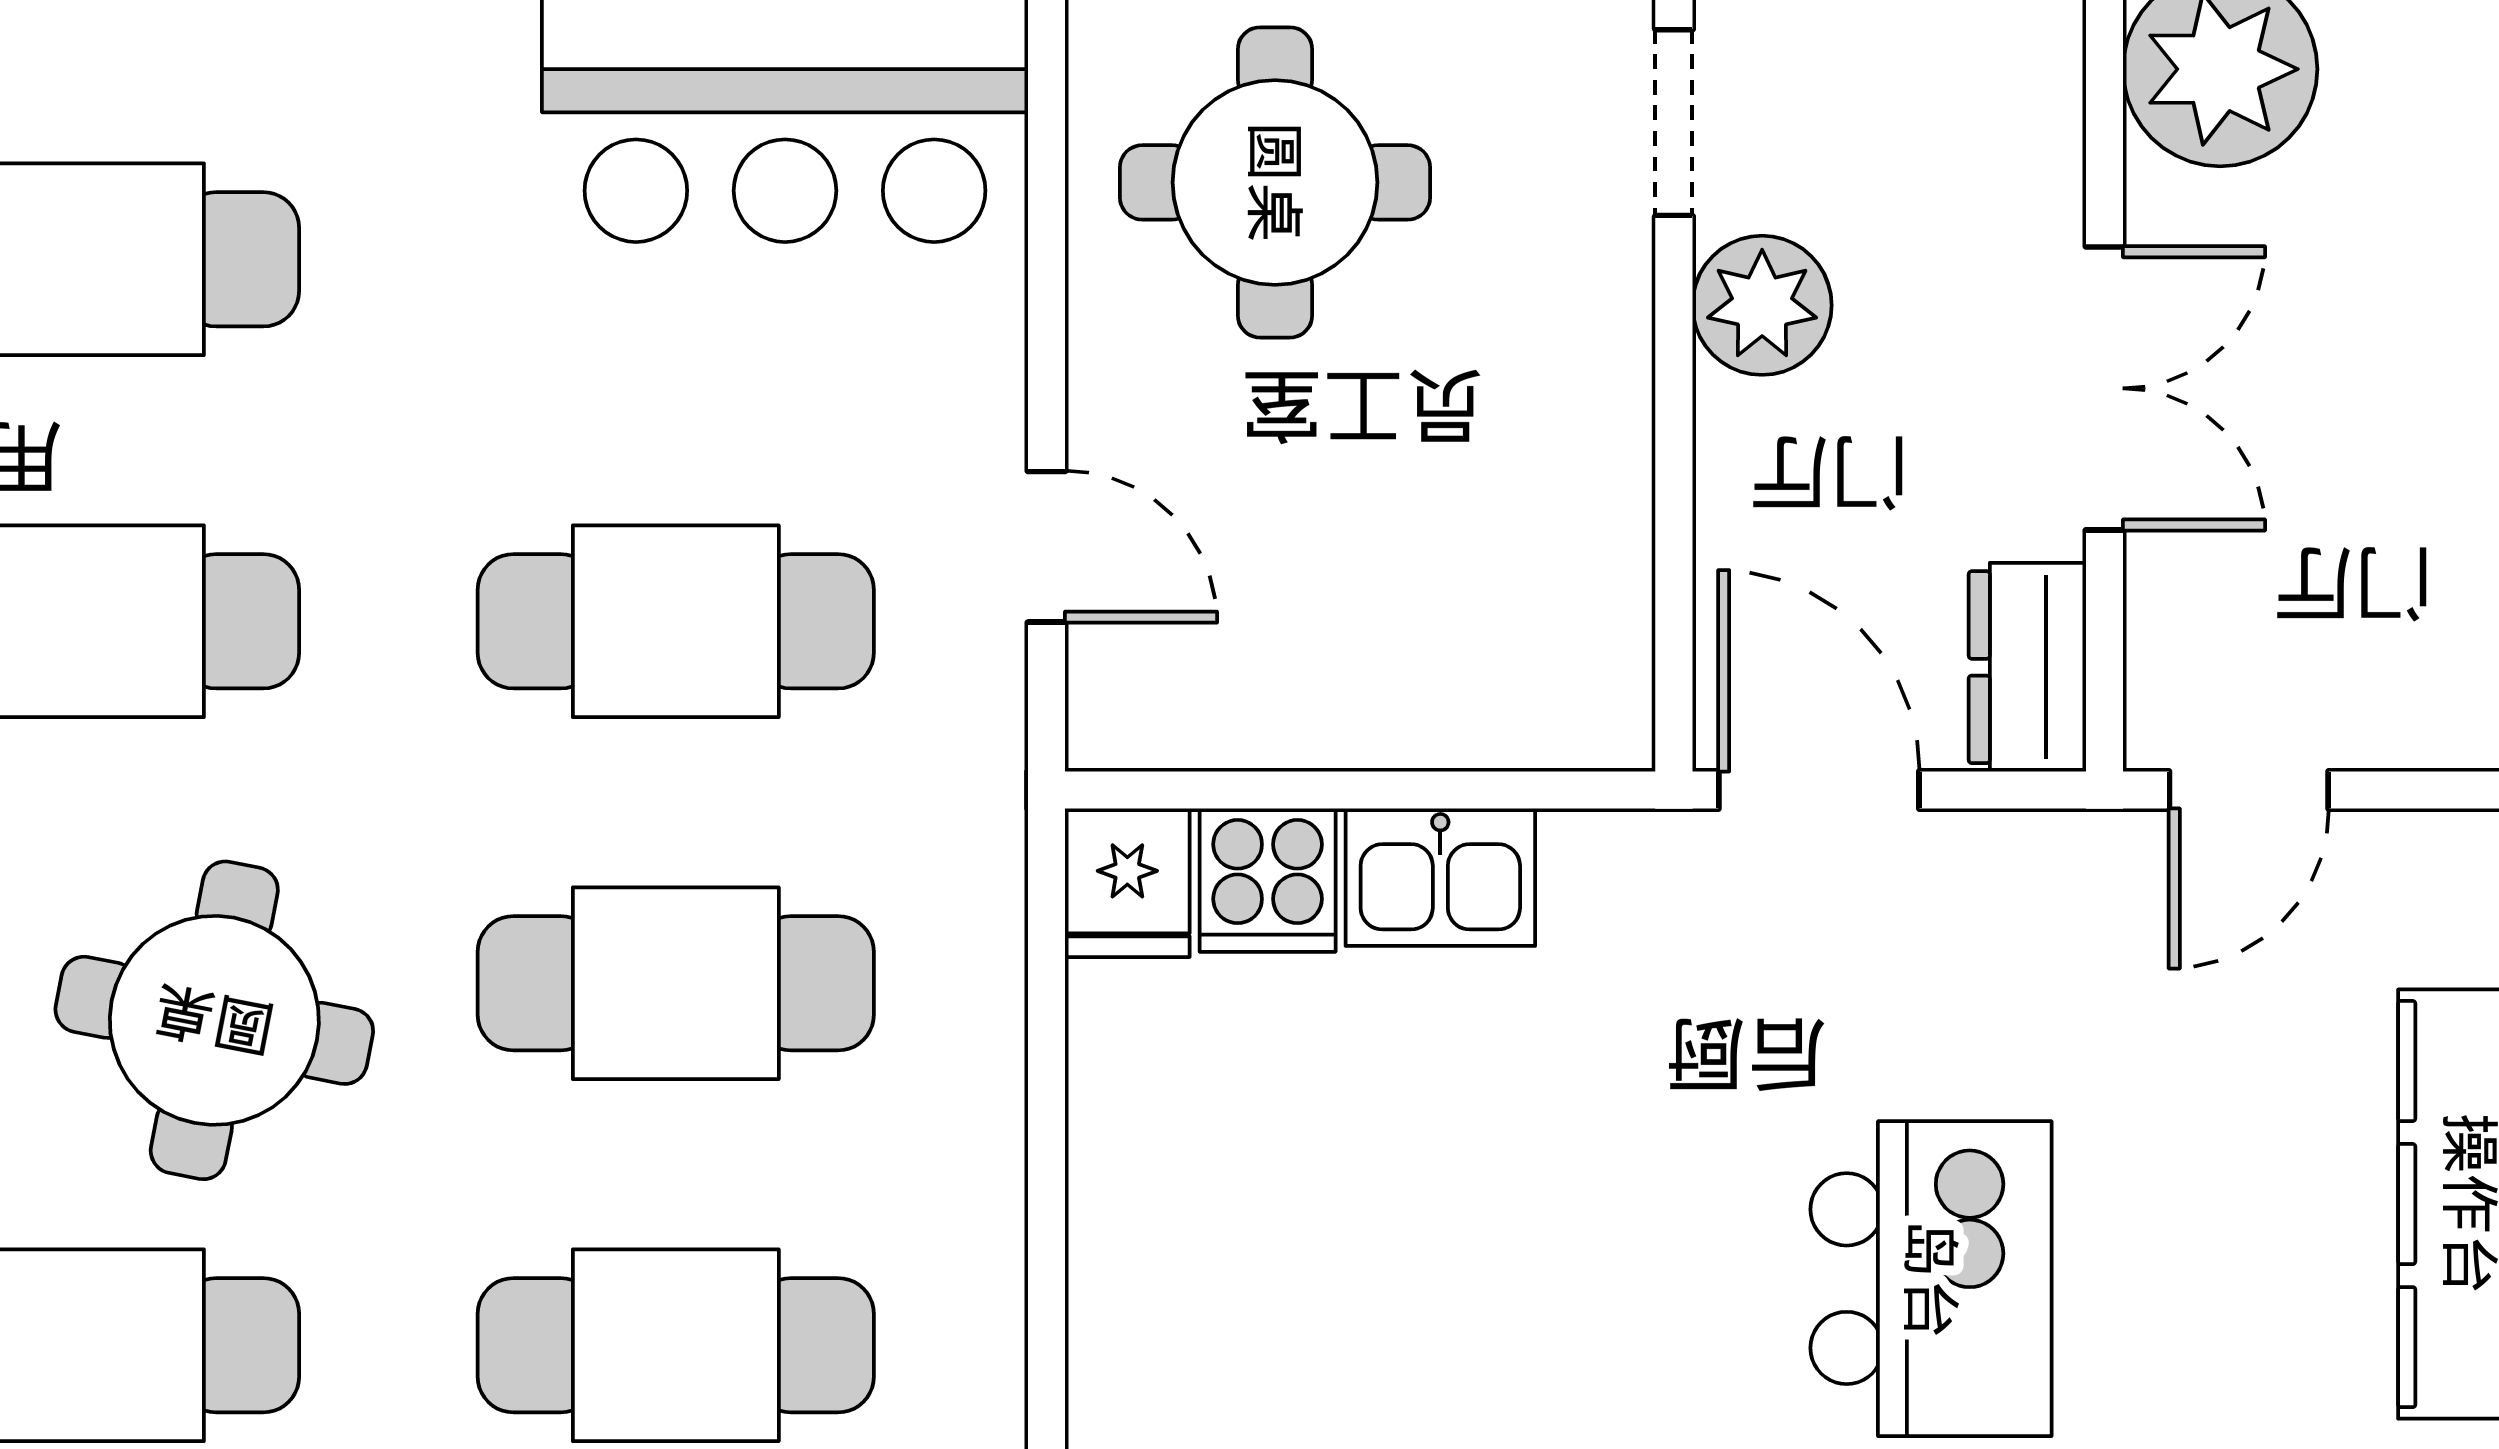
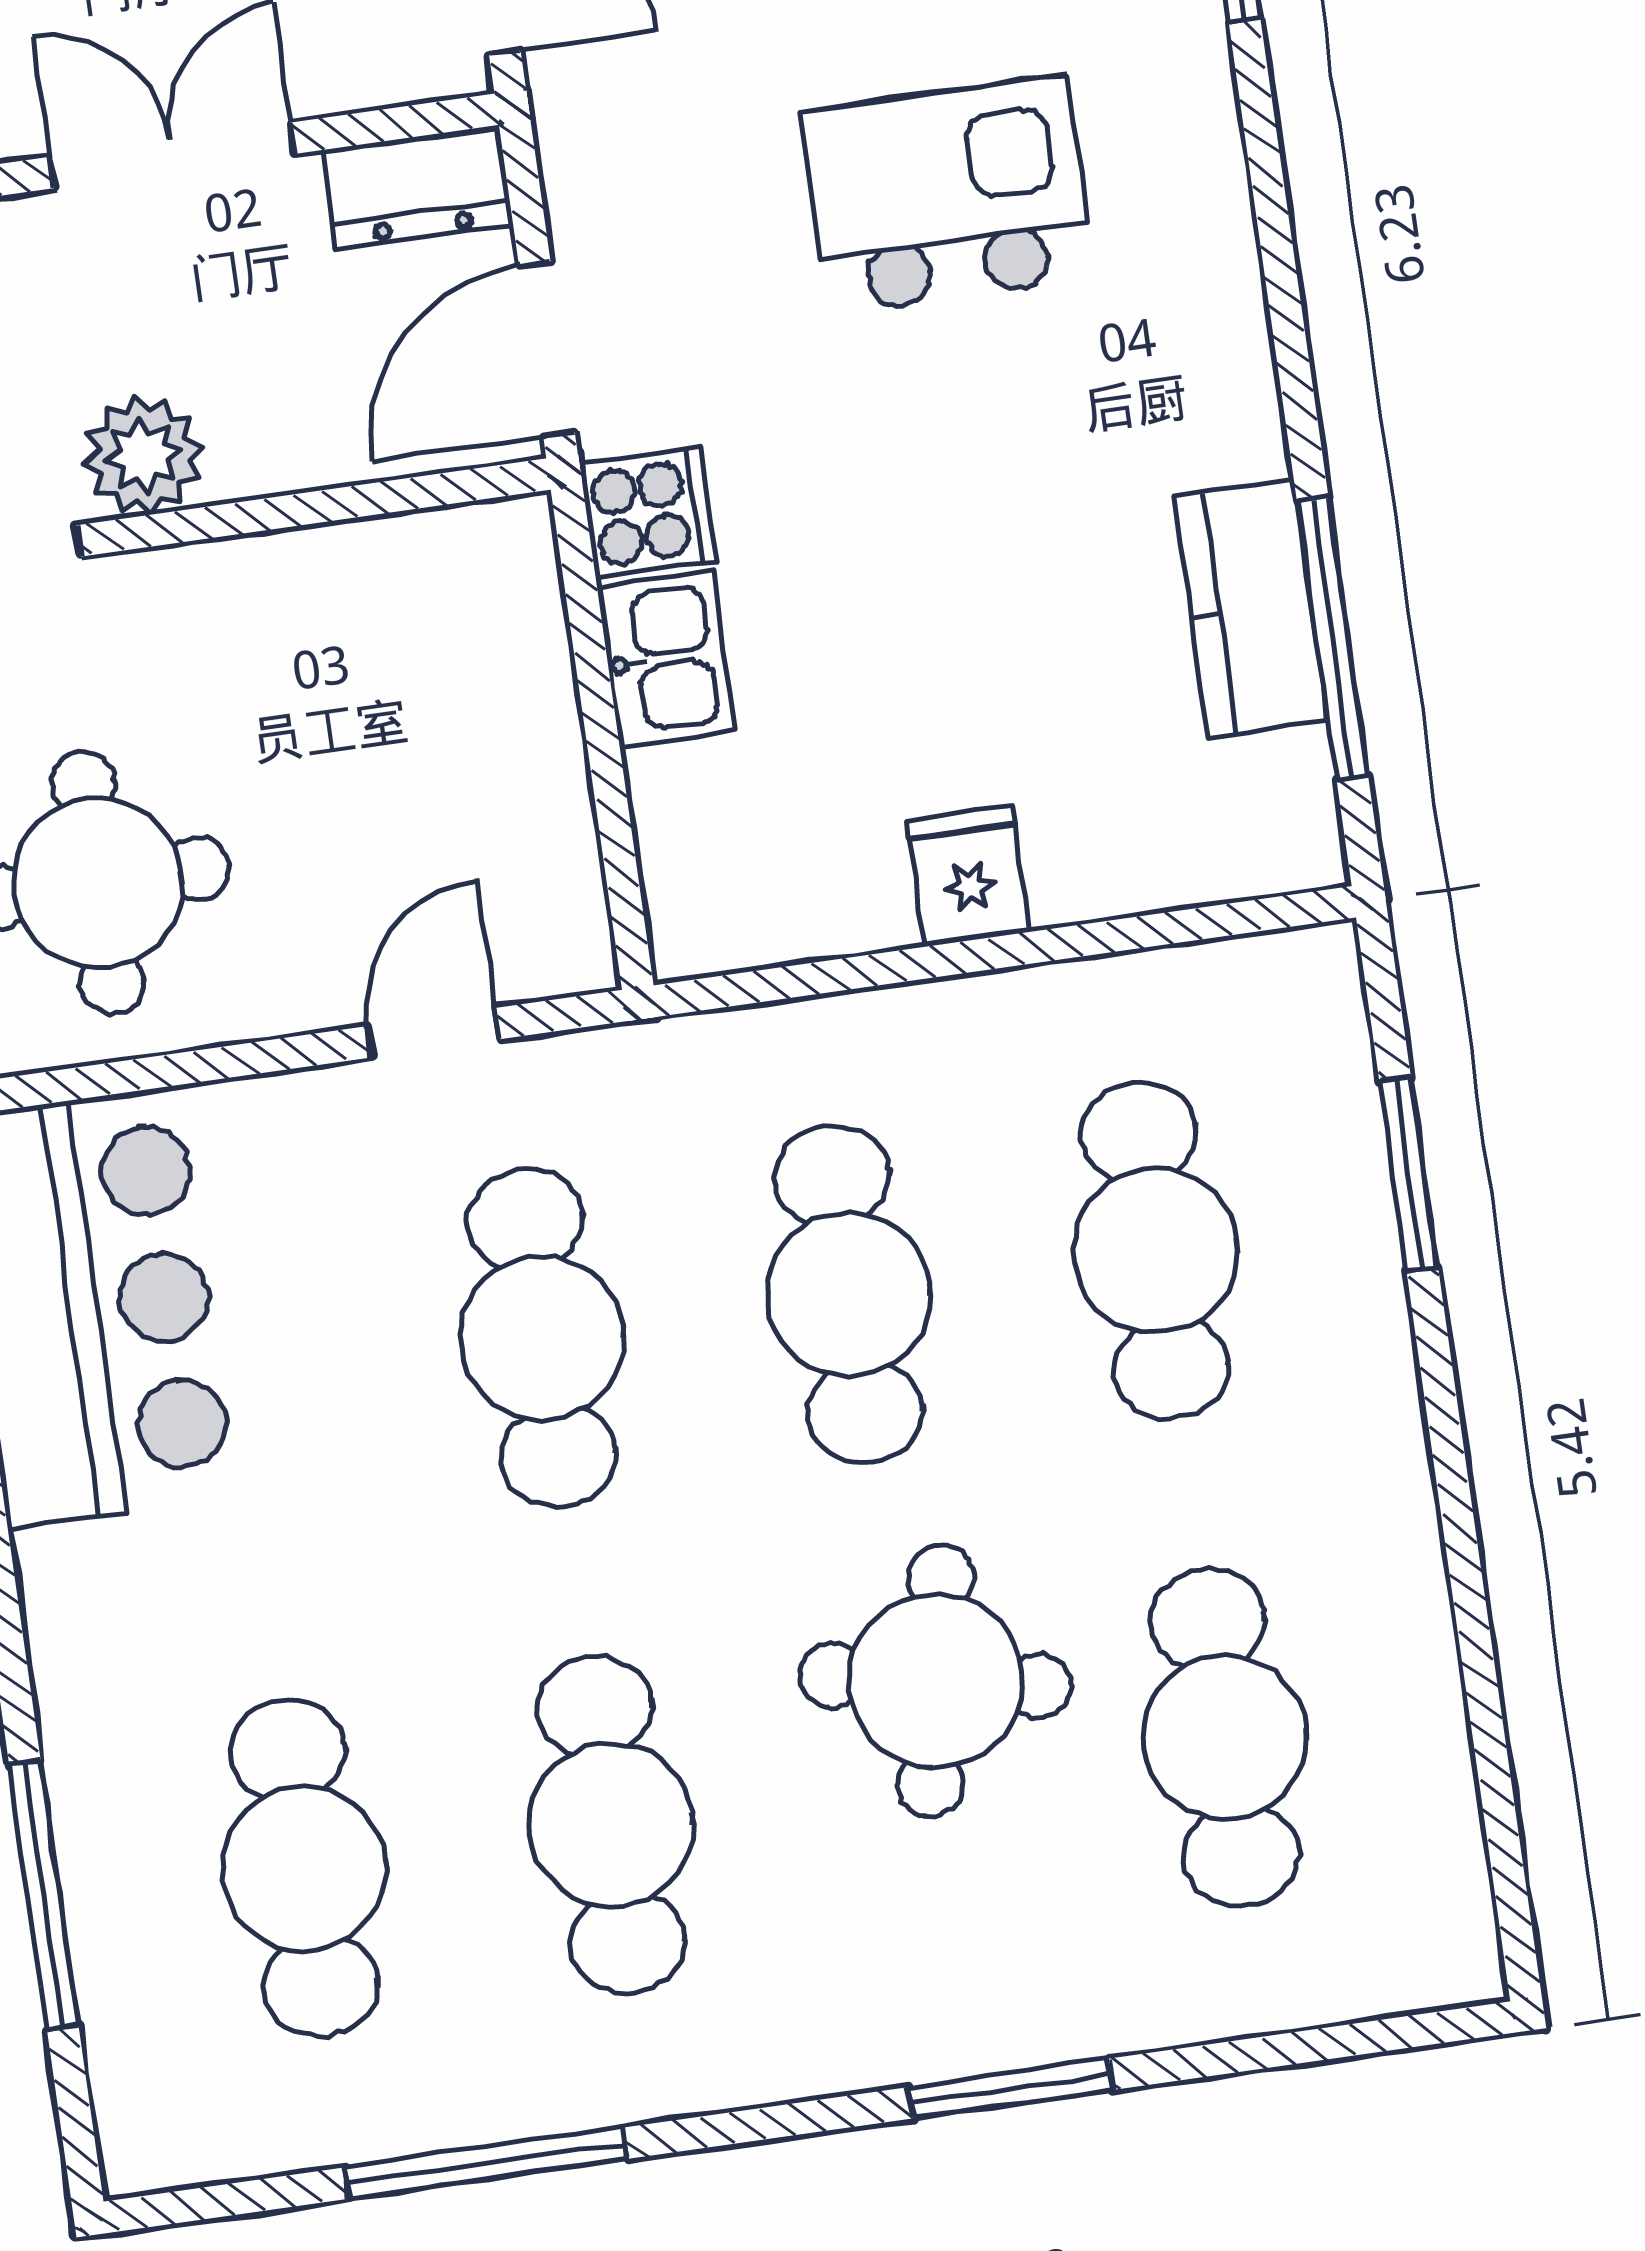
cooker: (1268, 880) -> (648, 512), moved
fridge: (1127, 883) -> (968, 876), moved, turned -90

